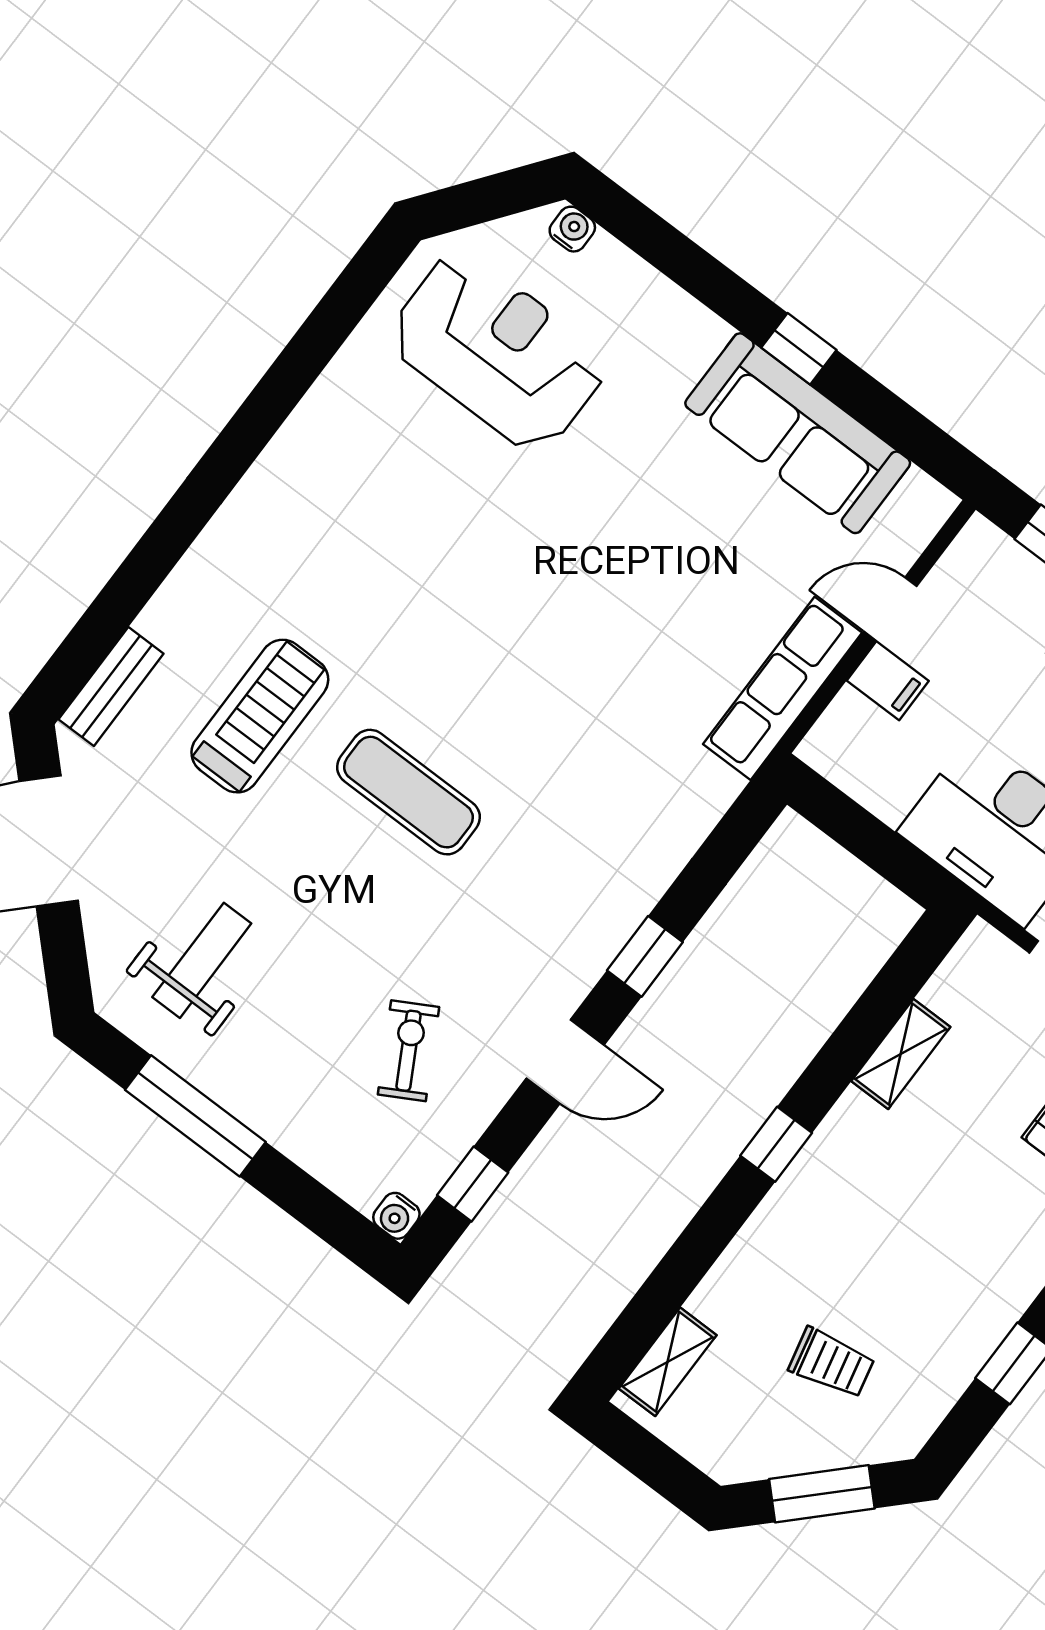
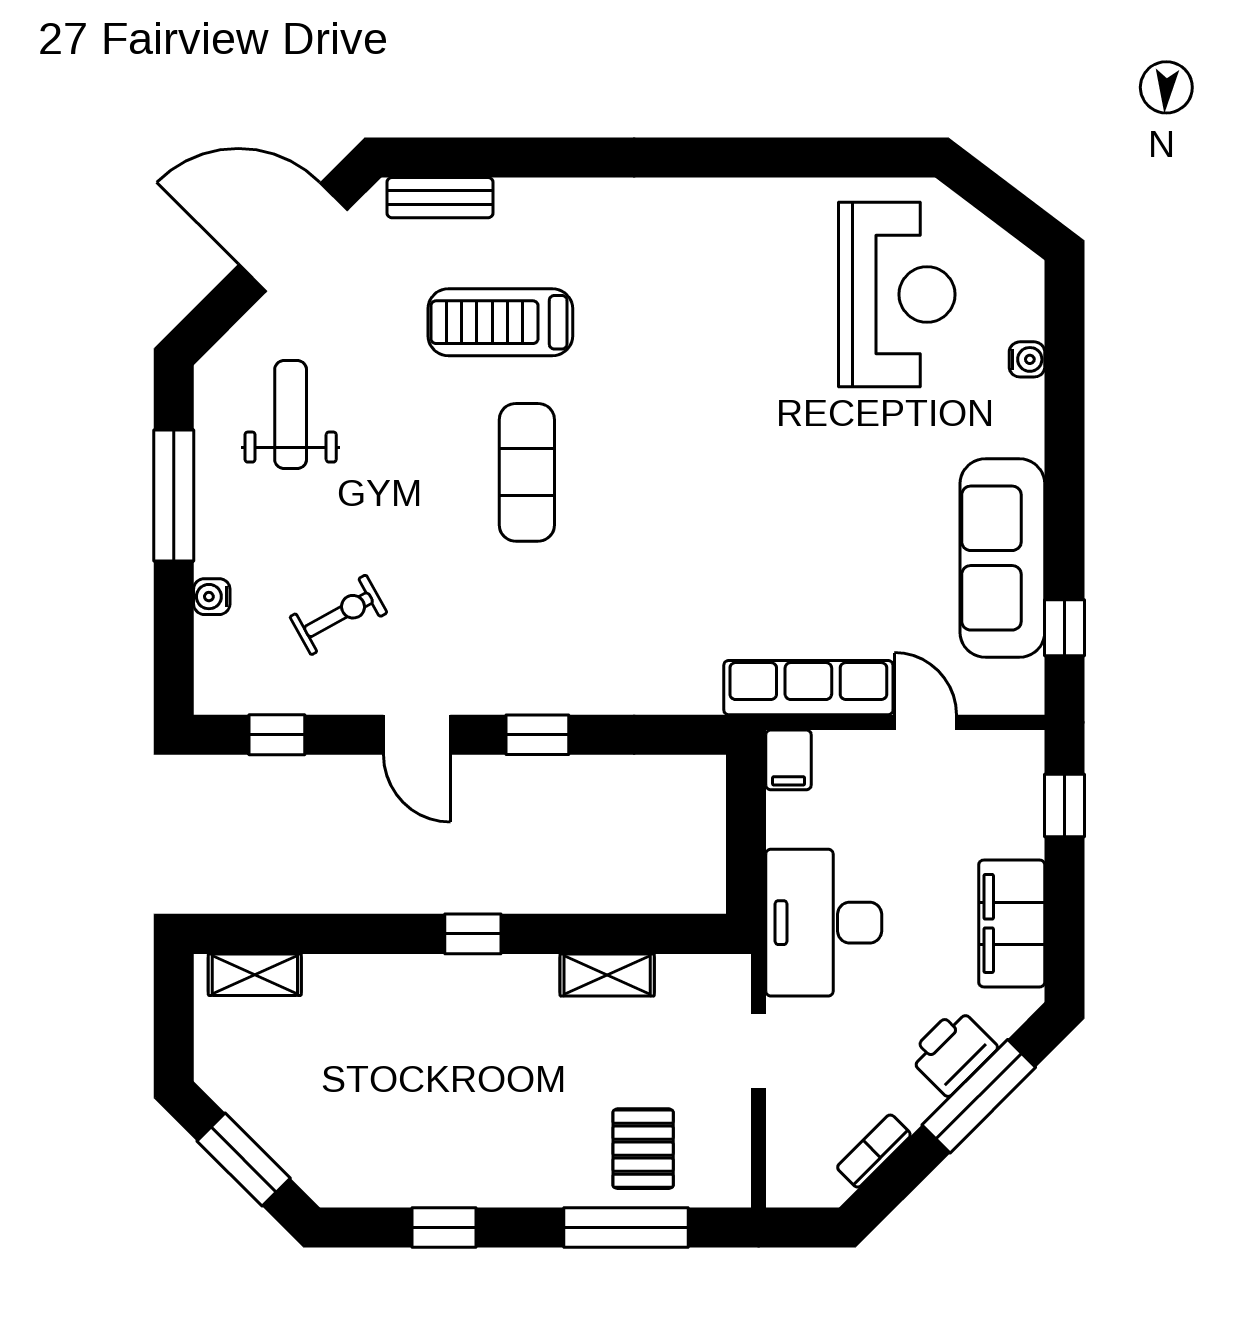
water cooler: (572, 229) -> (1027, 359), moved
window: (799, 349) -> (1065, 628), moved
filing cabinet: (888, 681) -> (789, 760), moved
treadmill: (260, 716) -> (500, 322), turned 180
weight bench: (202, 960) -> (291, 415), turned -90
water cooler: (396, 1216) -> (212, 597), moved
trolley: (832, 1363) -> (344, 1095), removed

